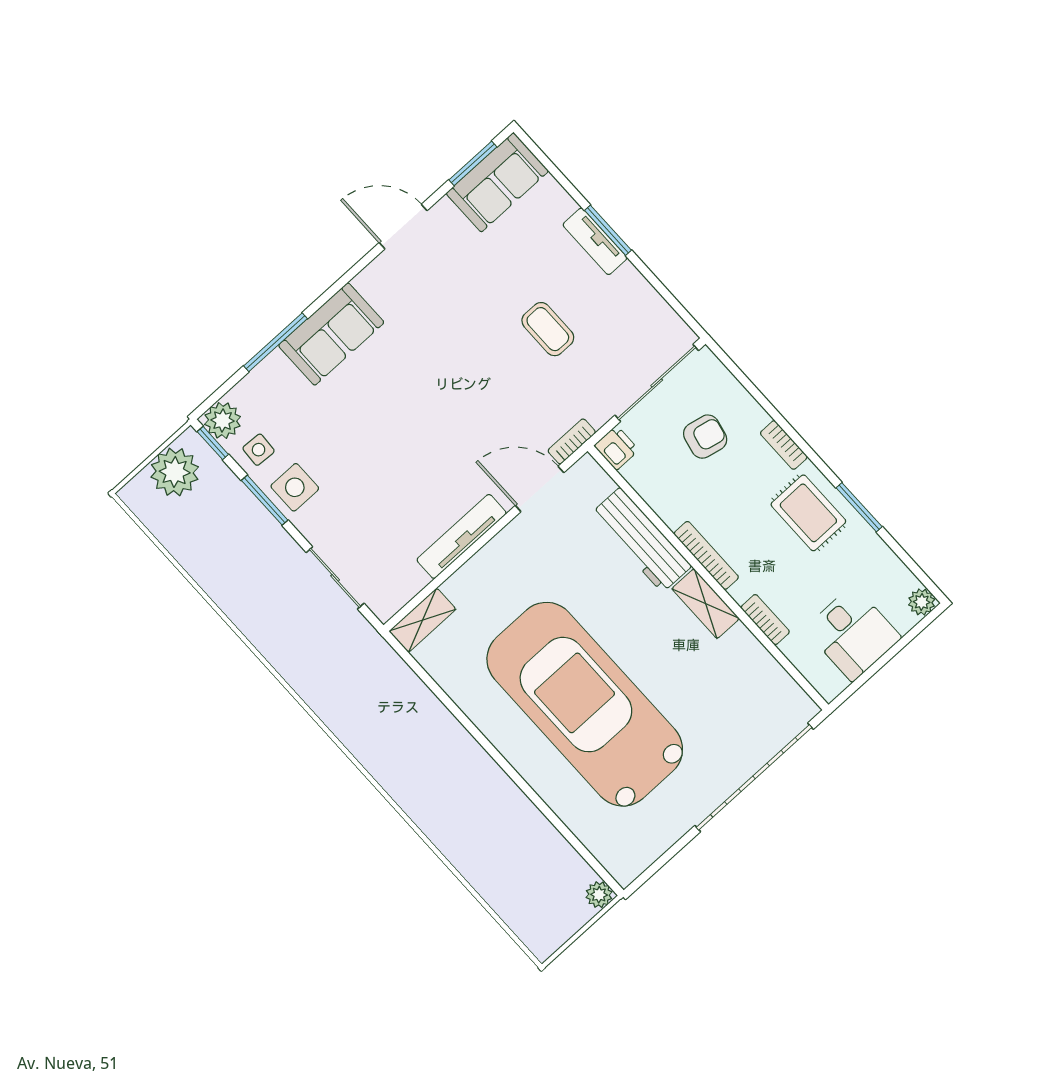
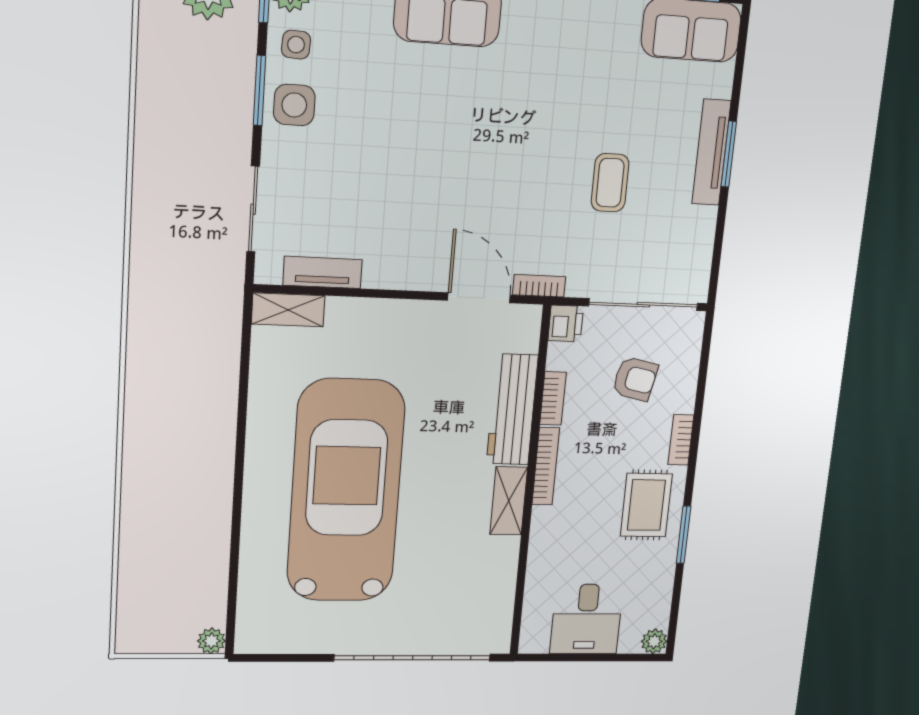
tv unit: (595, 241) -> (711, 152), width x1.41
tv unit: (462, 536) -> (323, 272), moved, width x0.71
bookcase: (765, 620) -> (553, 398), moved

